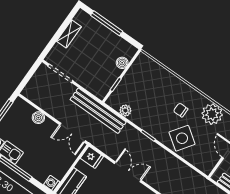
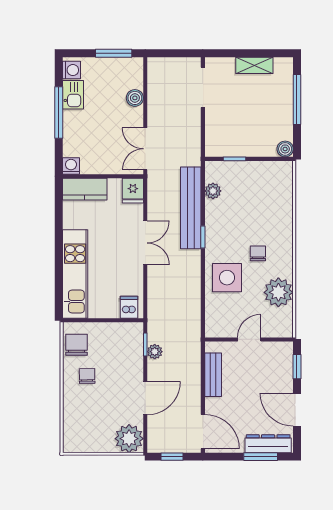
boiler: (122, 63) -> (285, 149), moved
bench: (98, 111) -> (191, 208), moved
side table: (182, 138) -> (227, 278), turned -35

